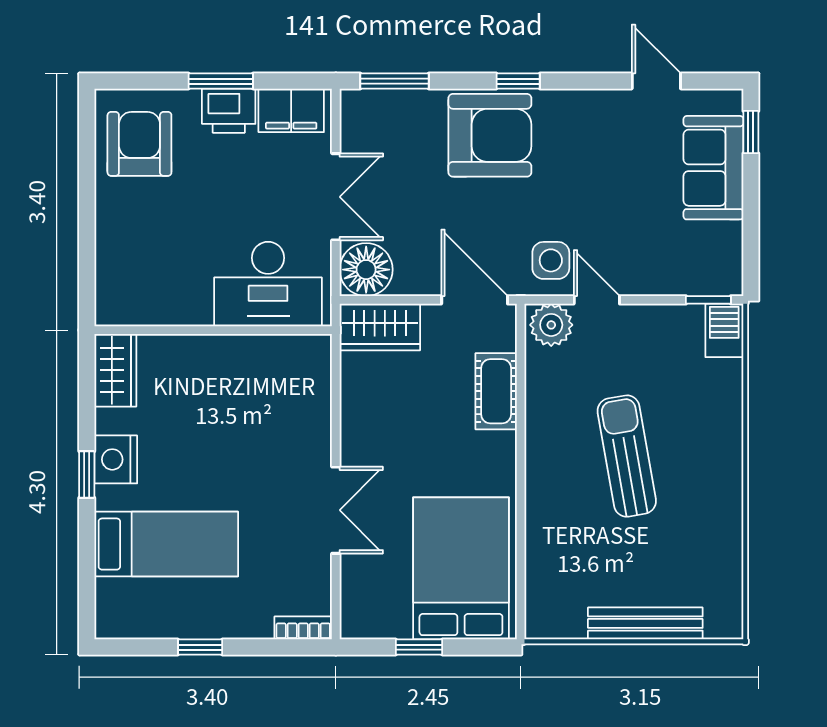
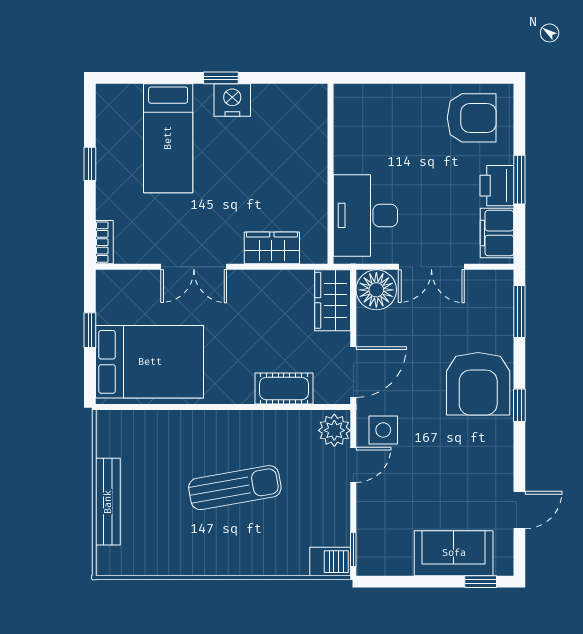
wardrobe: (115, 370) -> (272, 248), moved, turned 180

